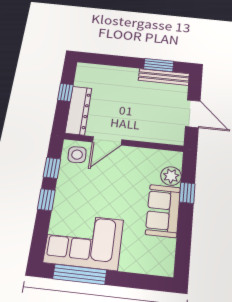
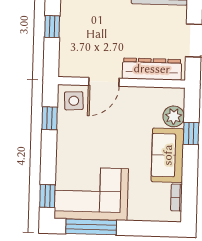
dresser: (79, 110) -> (152, 69), moved, turned -90
window: (46, 200) -> (47, 196), moved
bookcase: (170, 252) -> (176, 198), added

